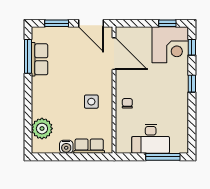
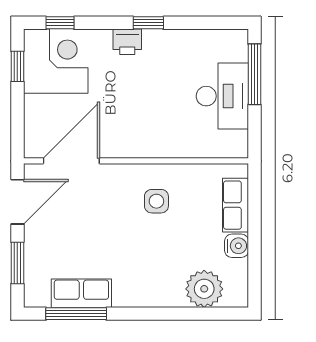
window: (192, 84) -> (148, 23), moved
printer: (181, 85) -> (127, 42), added
chair: (127, 103) -> (159, 137), removed

